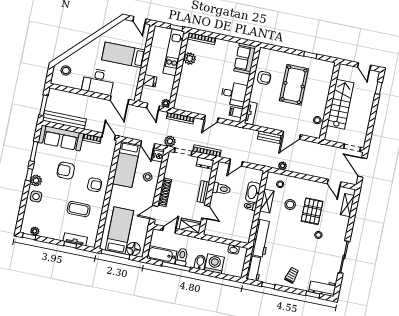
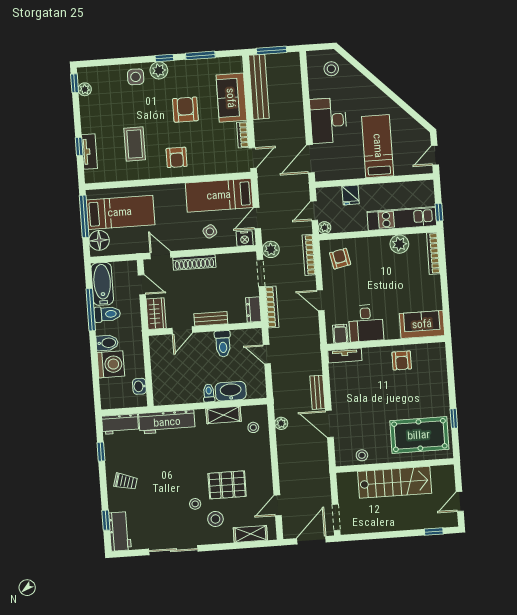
pool table: (294, 85) -> (419, 435), moved
armchair: (188, 99) -> (340, 259), added
sofa: (61, 138) -> (231, 98), width x0.73
stool: (290, 205) -> (215, 519), moved

